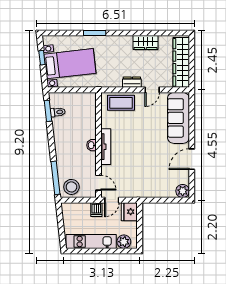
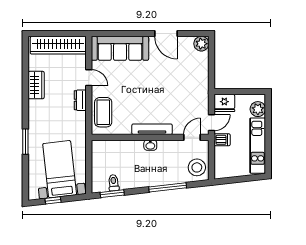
window: (55, 178) -> (168, 187), moved
door: (112, 200) -> (211, 123), hinge flipped

